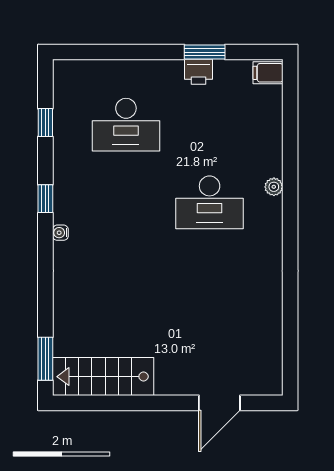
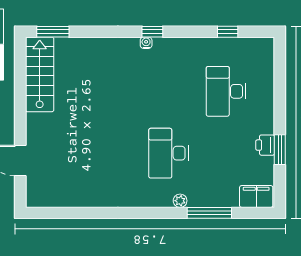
filing cabinet: (268, 73) -> (256, 196), width x2.00
window: (290, 147) -> (209, 213), added
window: (45, 199) -> (152, 32), moved

